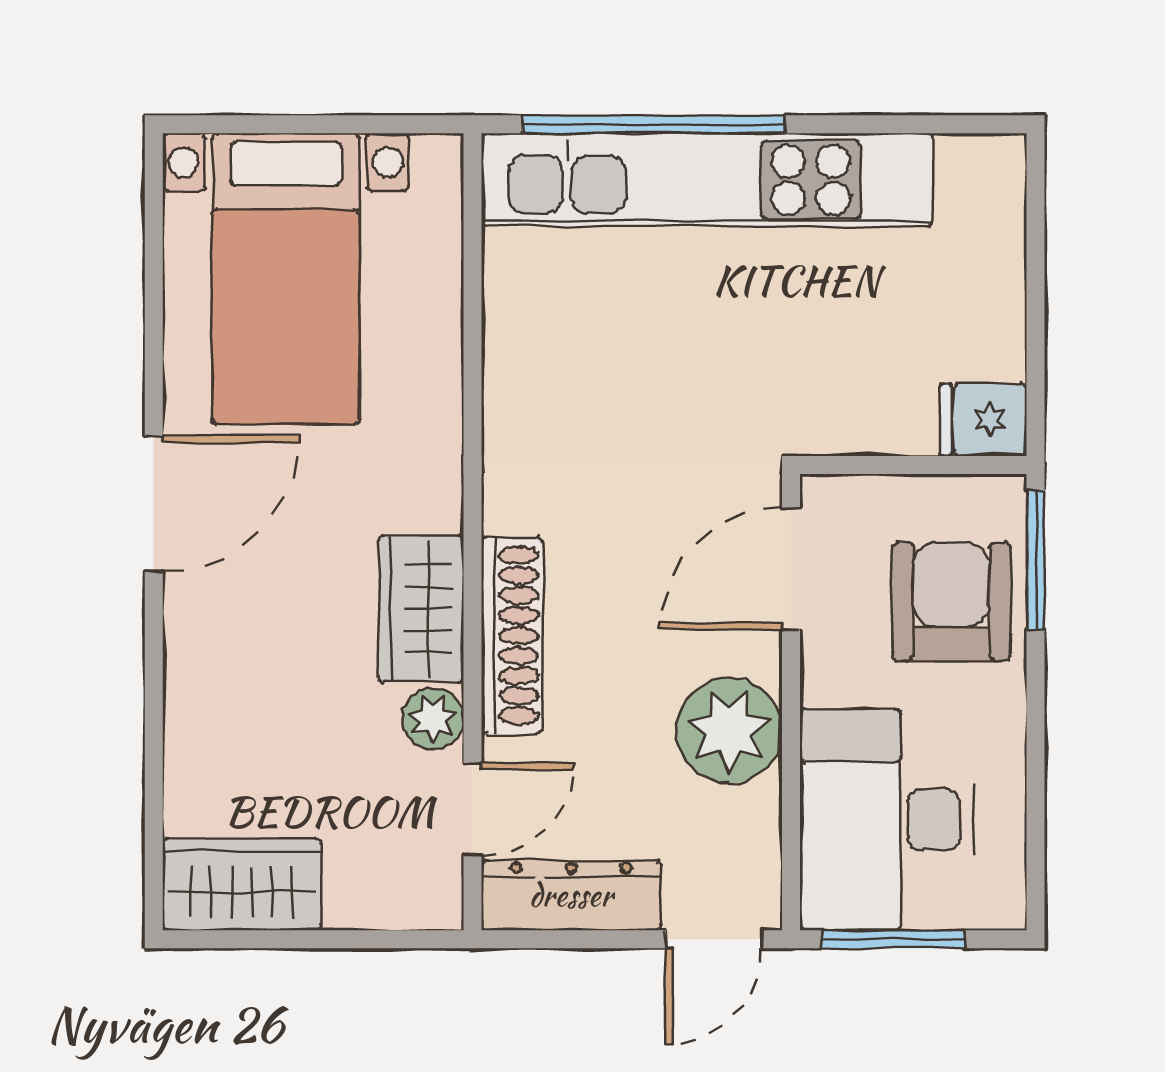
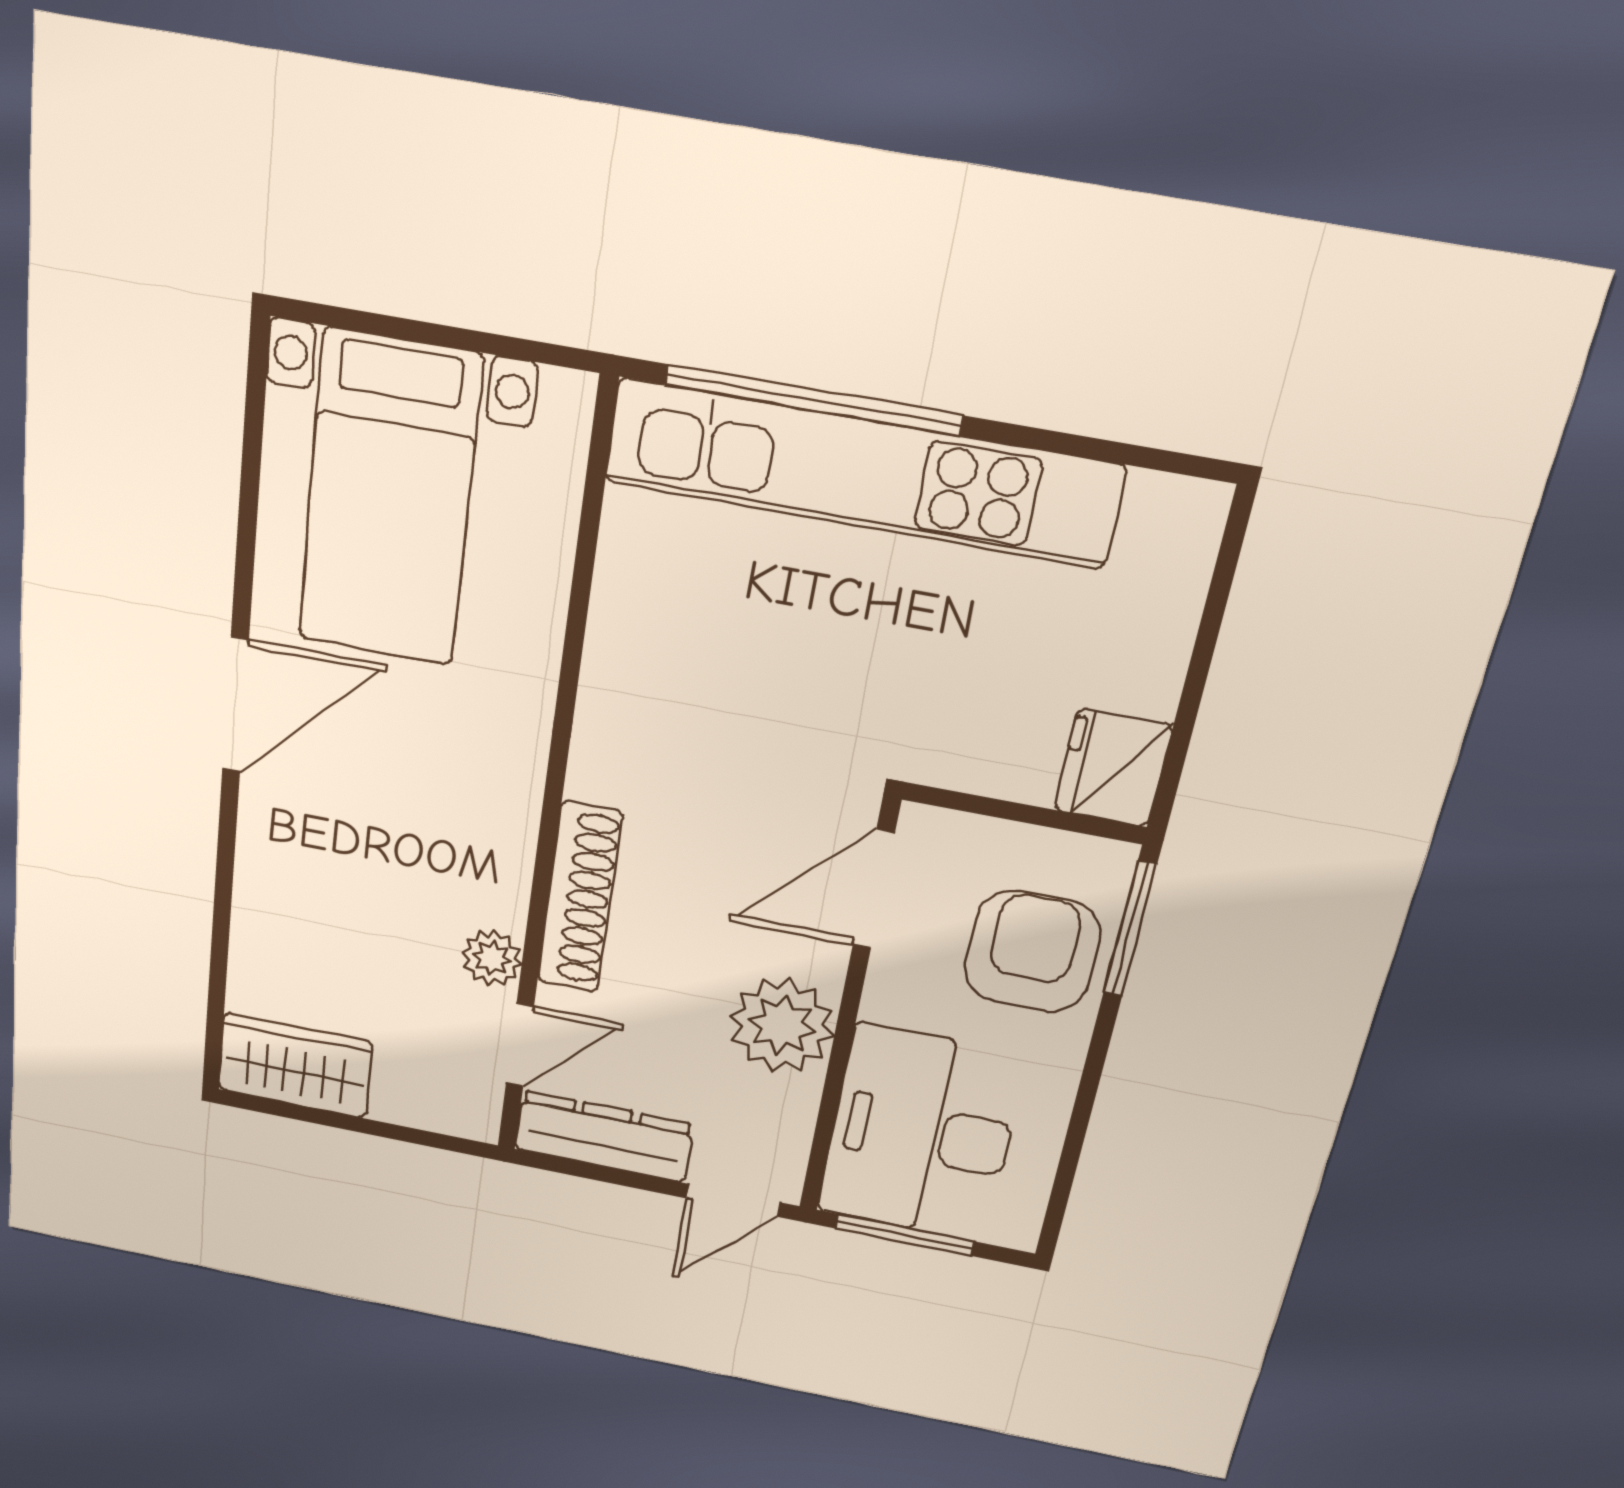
fridge: (983, 420) -> (1113, 768), width x1.38
wardrobe: (421, 609) -> (493, 856), removed

